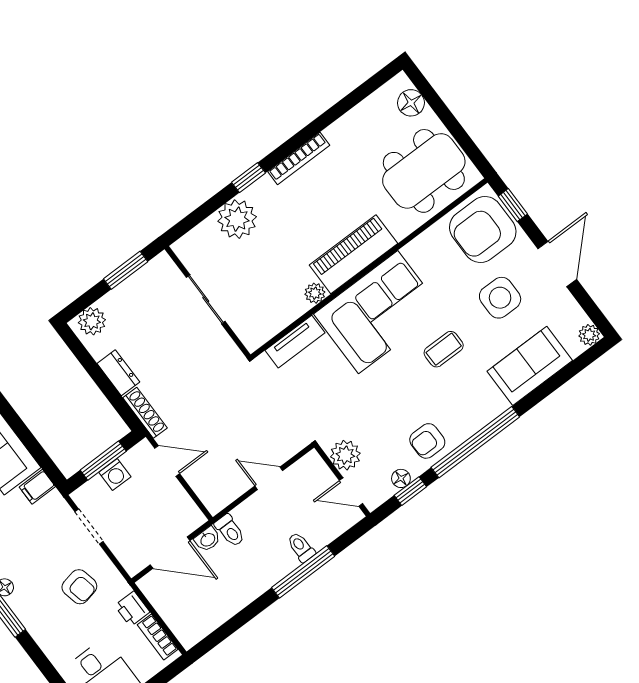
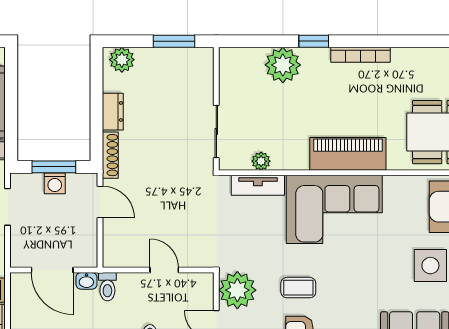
plant: (315, 293) -> (261, 161), moved
sliding door: (206, 299) -> (216, 131), moved
coffee table: (444, 349) -> (298, 288), moved
plant: (345, 455) -> (237, 290), width x1.36, depth x1.36

